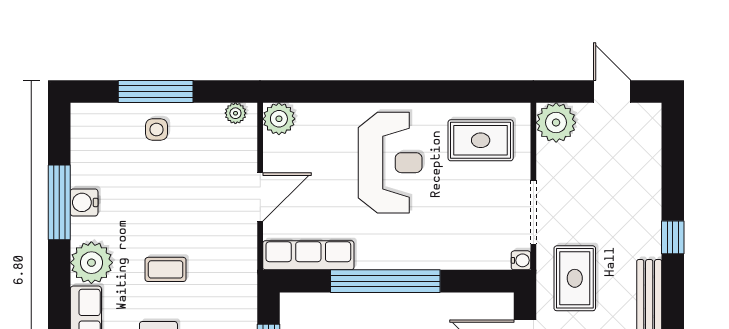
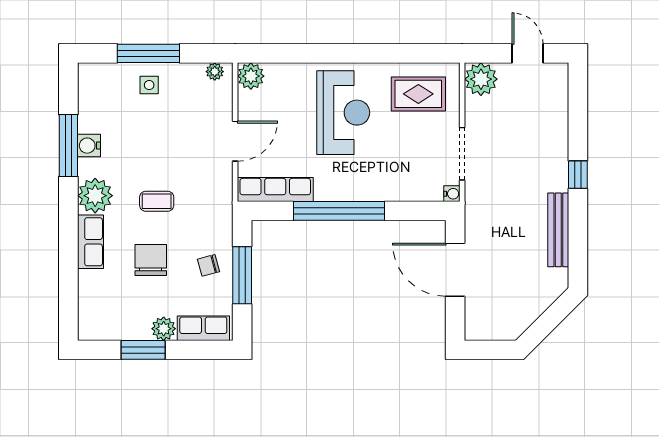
rug: (575, 278) -> (497, 209), removed

